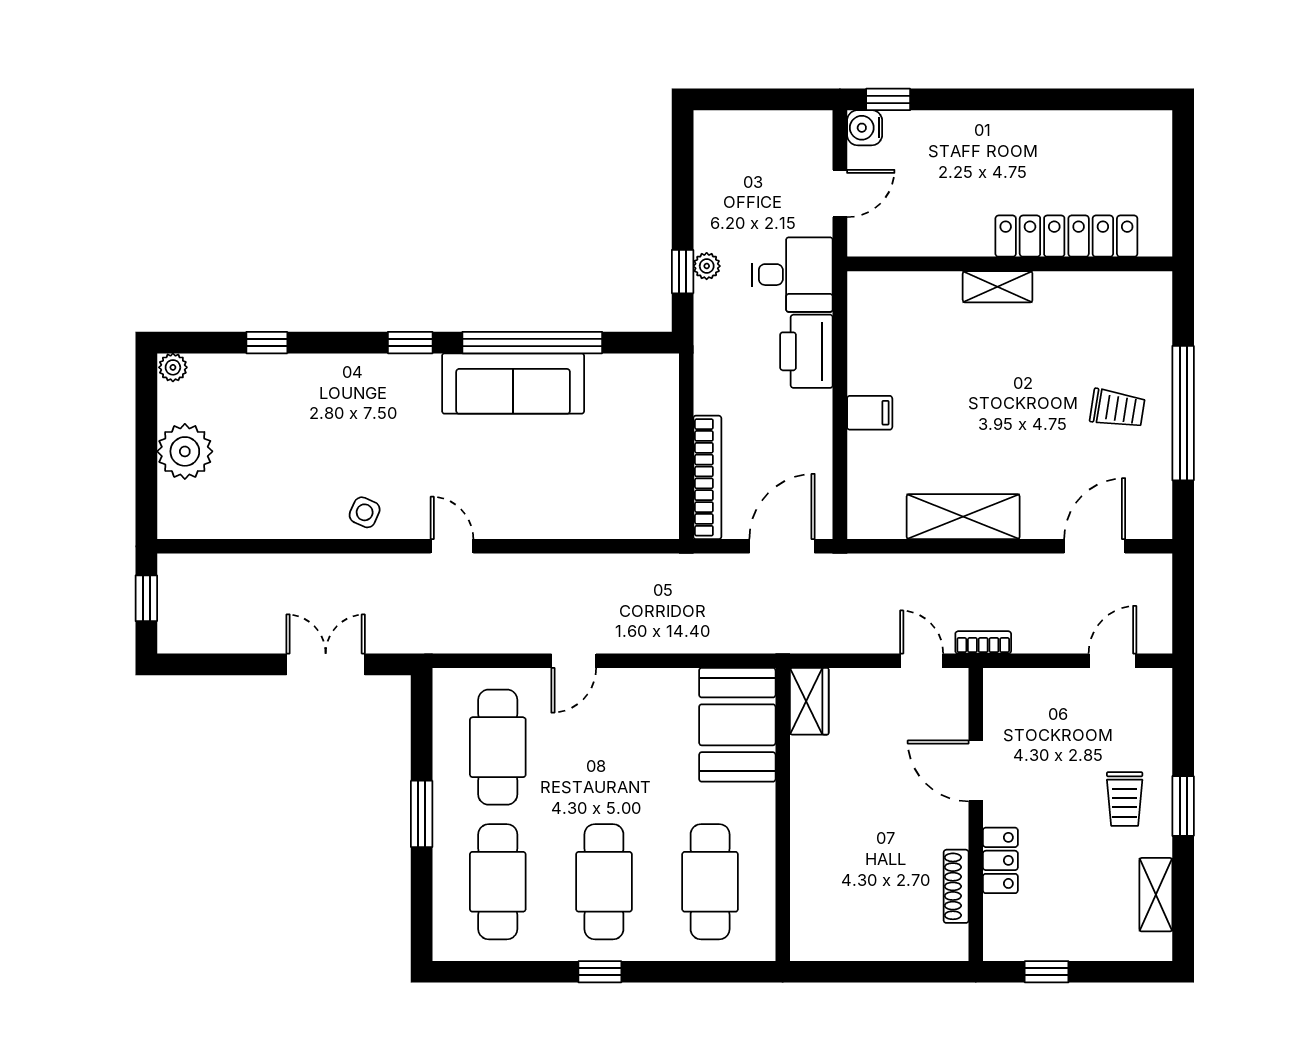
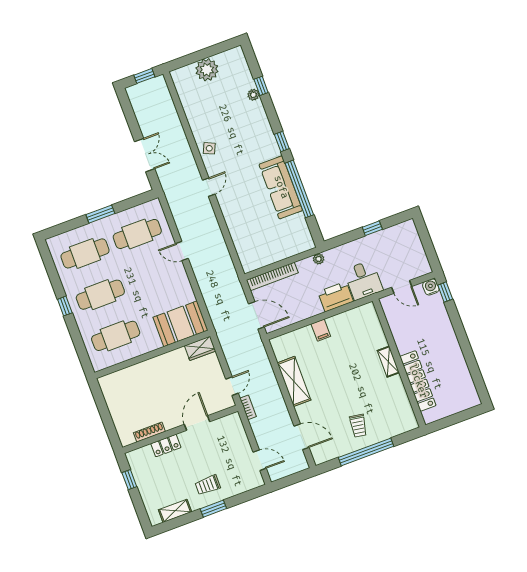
plant: (707, 266) -> (319, 259), moved
window: (683, 272) -> (372, 228), moved
plant: (173, 367) -> (253, 95), moved

